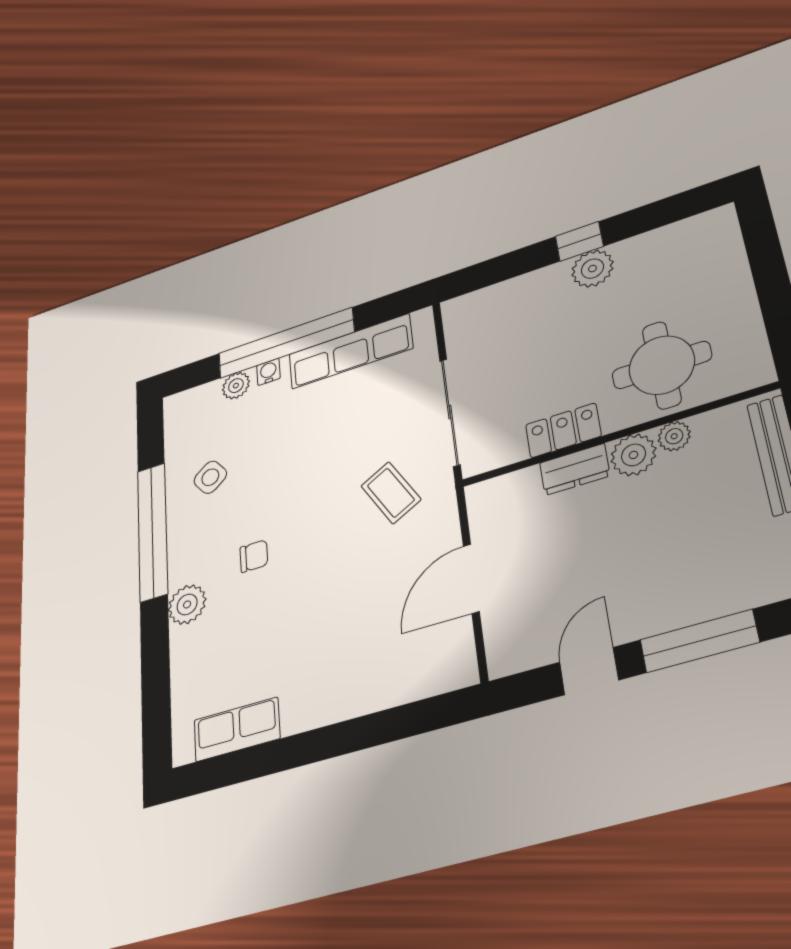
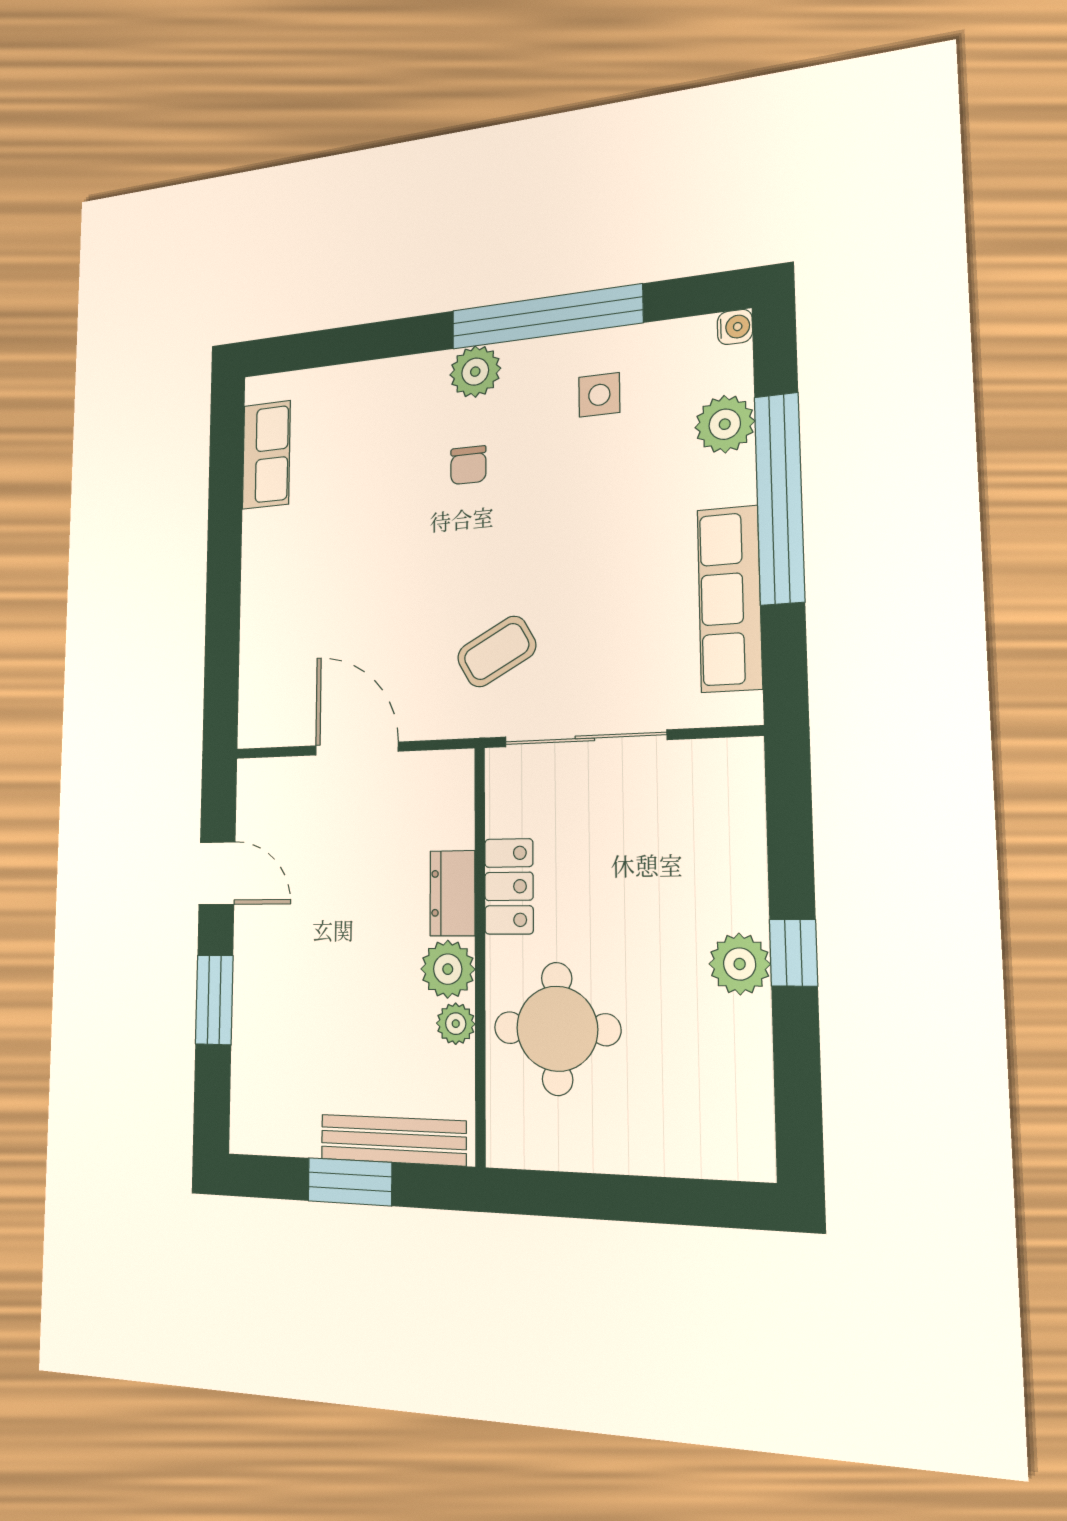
water cooler: (268, 372) -> (735, 327), moved
plant: (236, 386) -> (725, 424), width x1.38, depth x1.38
side table: (210, 477) -> (599, 395), turned 38
plant: (187, 604) -> (475, 372), moved
window: (699, 641) -> (214, 1000), width x0.69

